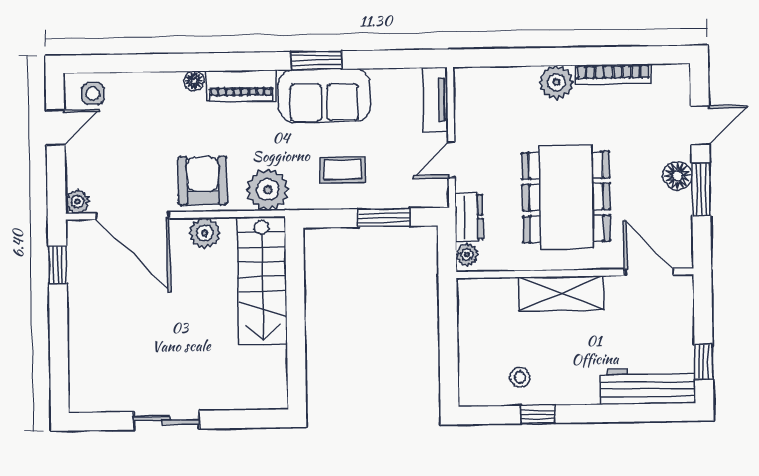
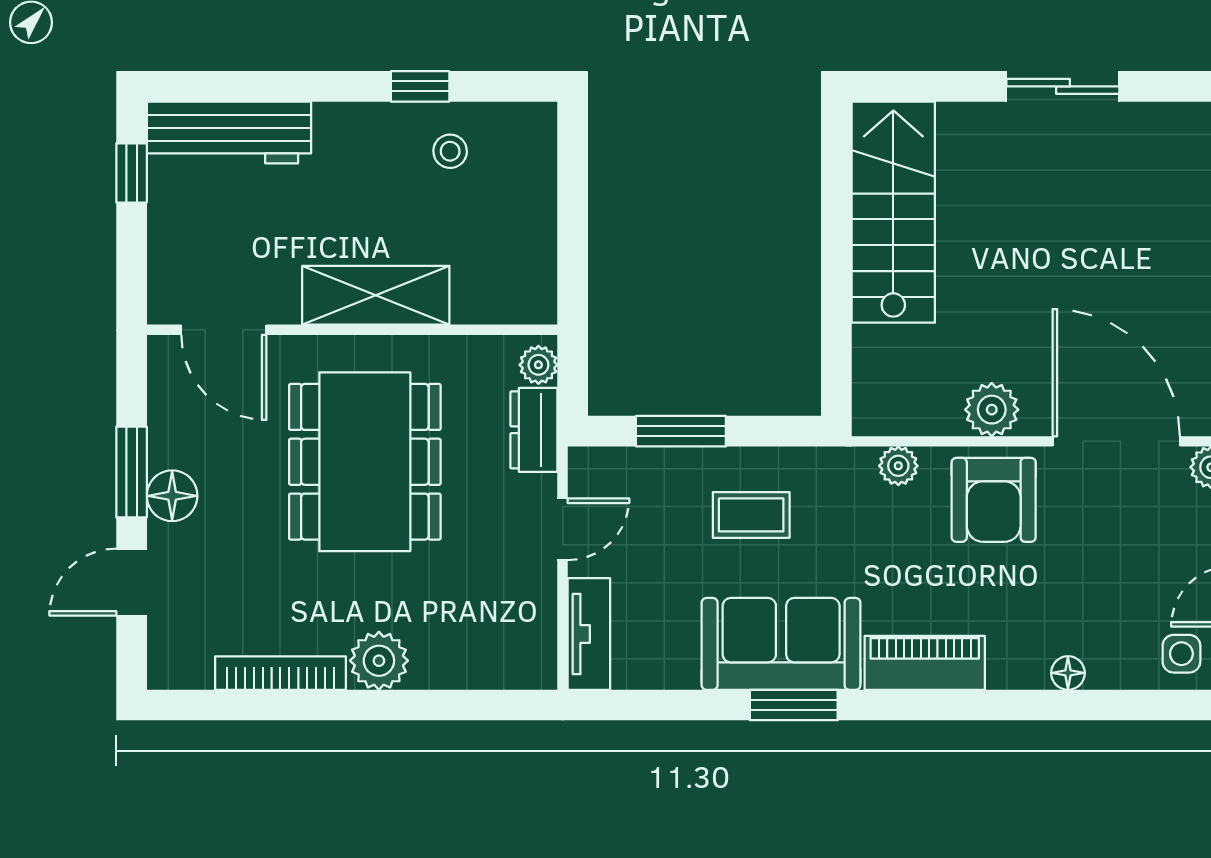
floor lamp: (194, 81) -> (1068, 673), moved
plant: (268, 190) -> (898, 466), width x0.53, depth x0.53
stairs: (262, 281) -> (893, 212), moved

